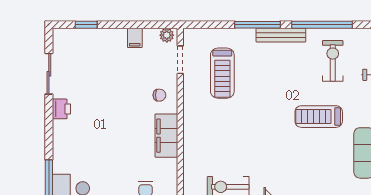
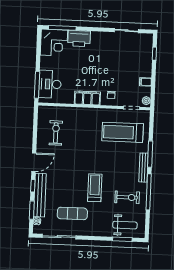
treadmill: (222, 73) -> (123, 132), width x1.37, depth x1.38
printer: (61, 109) -> (79, 38), moved, width x1.87, depth x1.48

